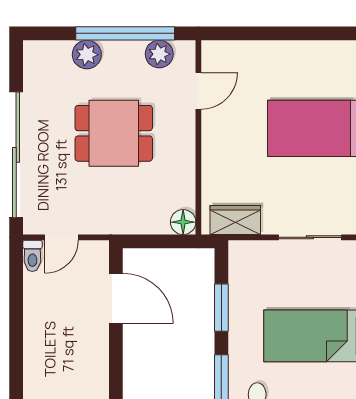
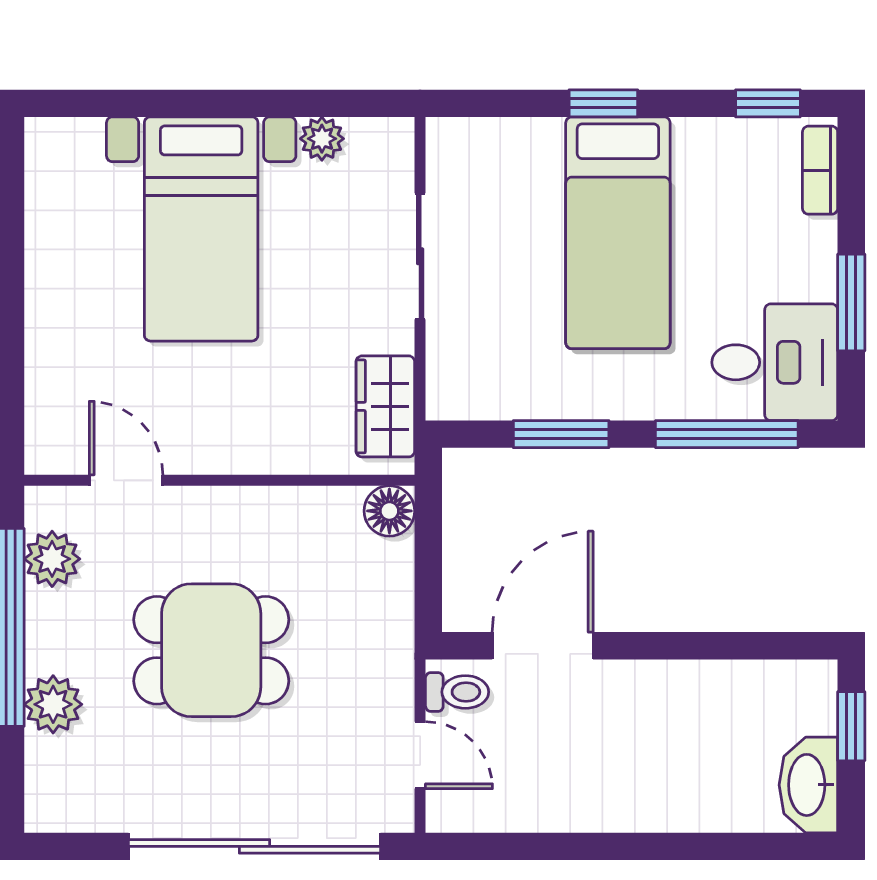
dining table: (114, 133) -> (211, 650), turned 90
toilet: (32, 256) -> (457, 692), moved

